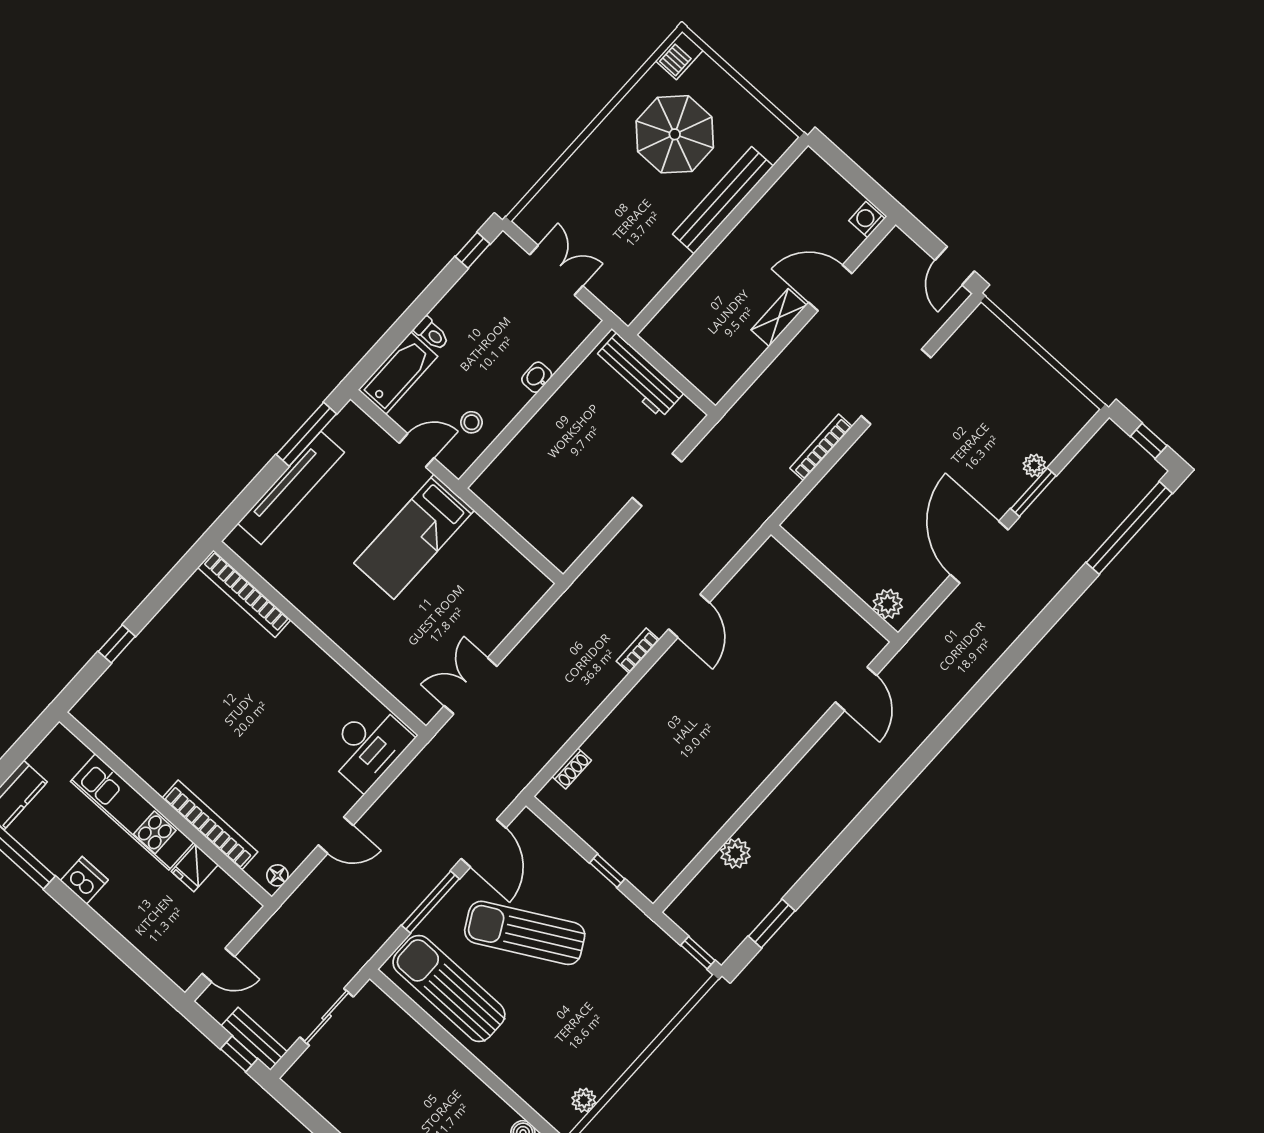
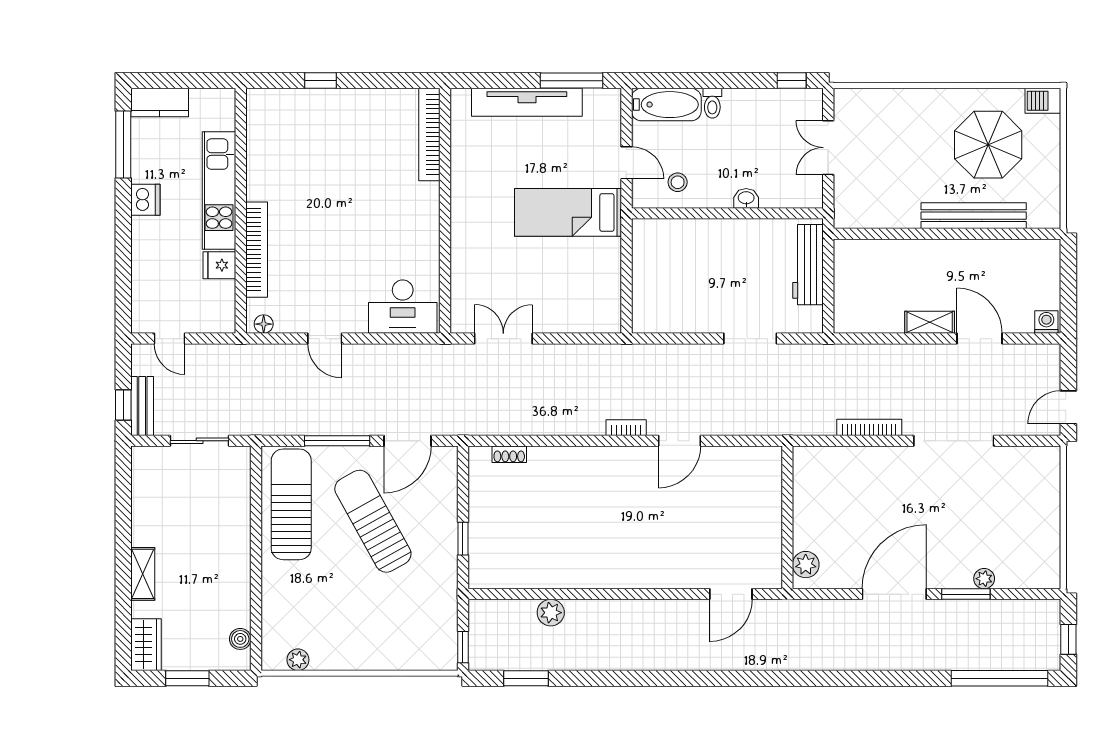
double door: (556, 270) -> (828, 148), swing flipped

